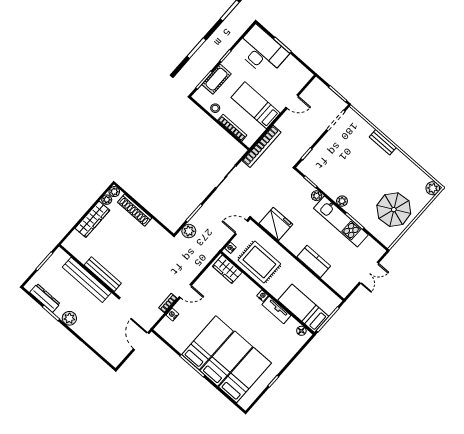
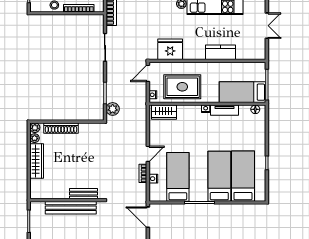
bench: (103, 274) -> (84, 194), width x0.73
bed: (207, 343) -> (178, 177), moved

